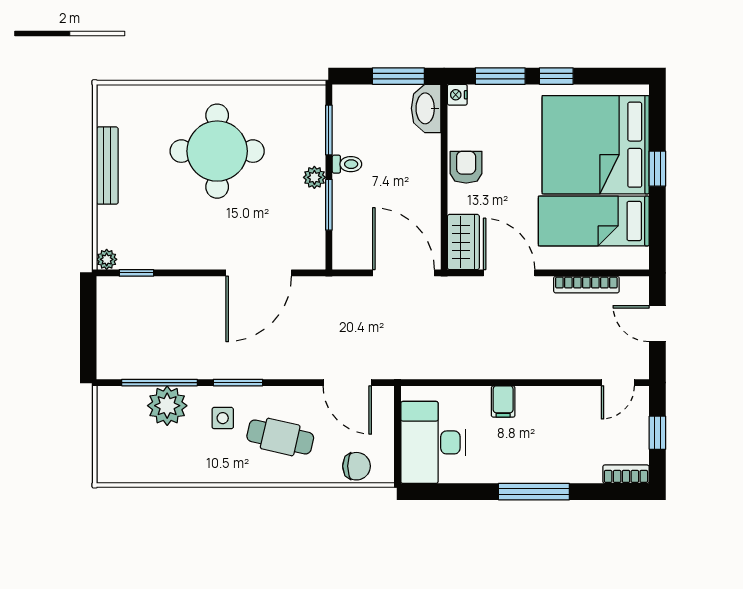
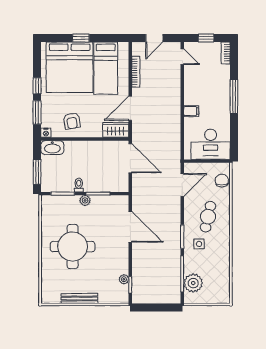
window: (398, 76) -> (37, 172), moved
armchair: (466, 167) -> (72, 121), moved, turned -99
plant: (107, 259) -> (124, 279), moved
door: (403, 273) -> (130, 158), swing flipped
plant: (167, 406) -> (193, 283), moved

